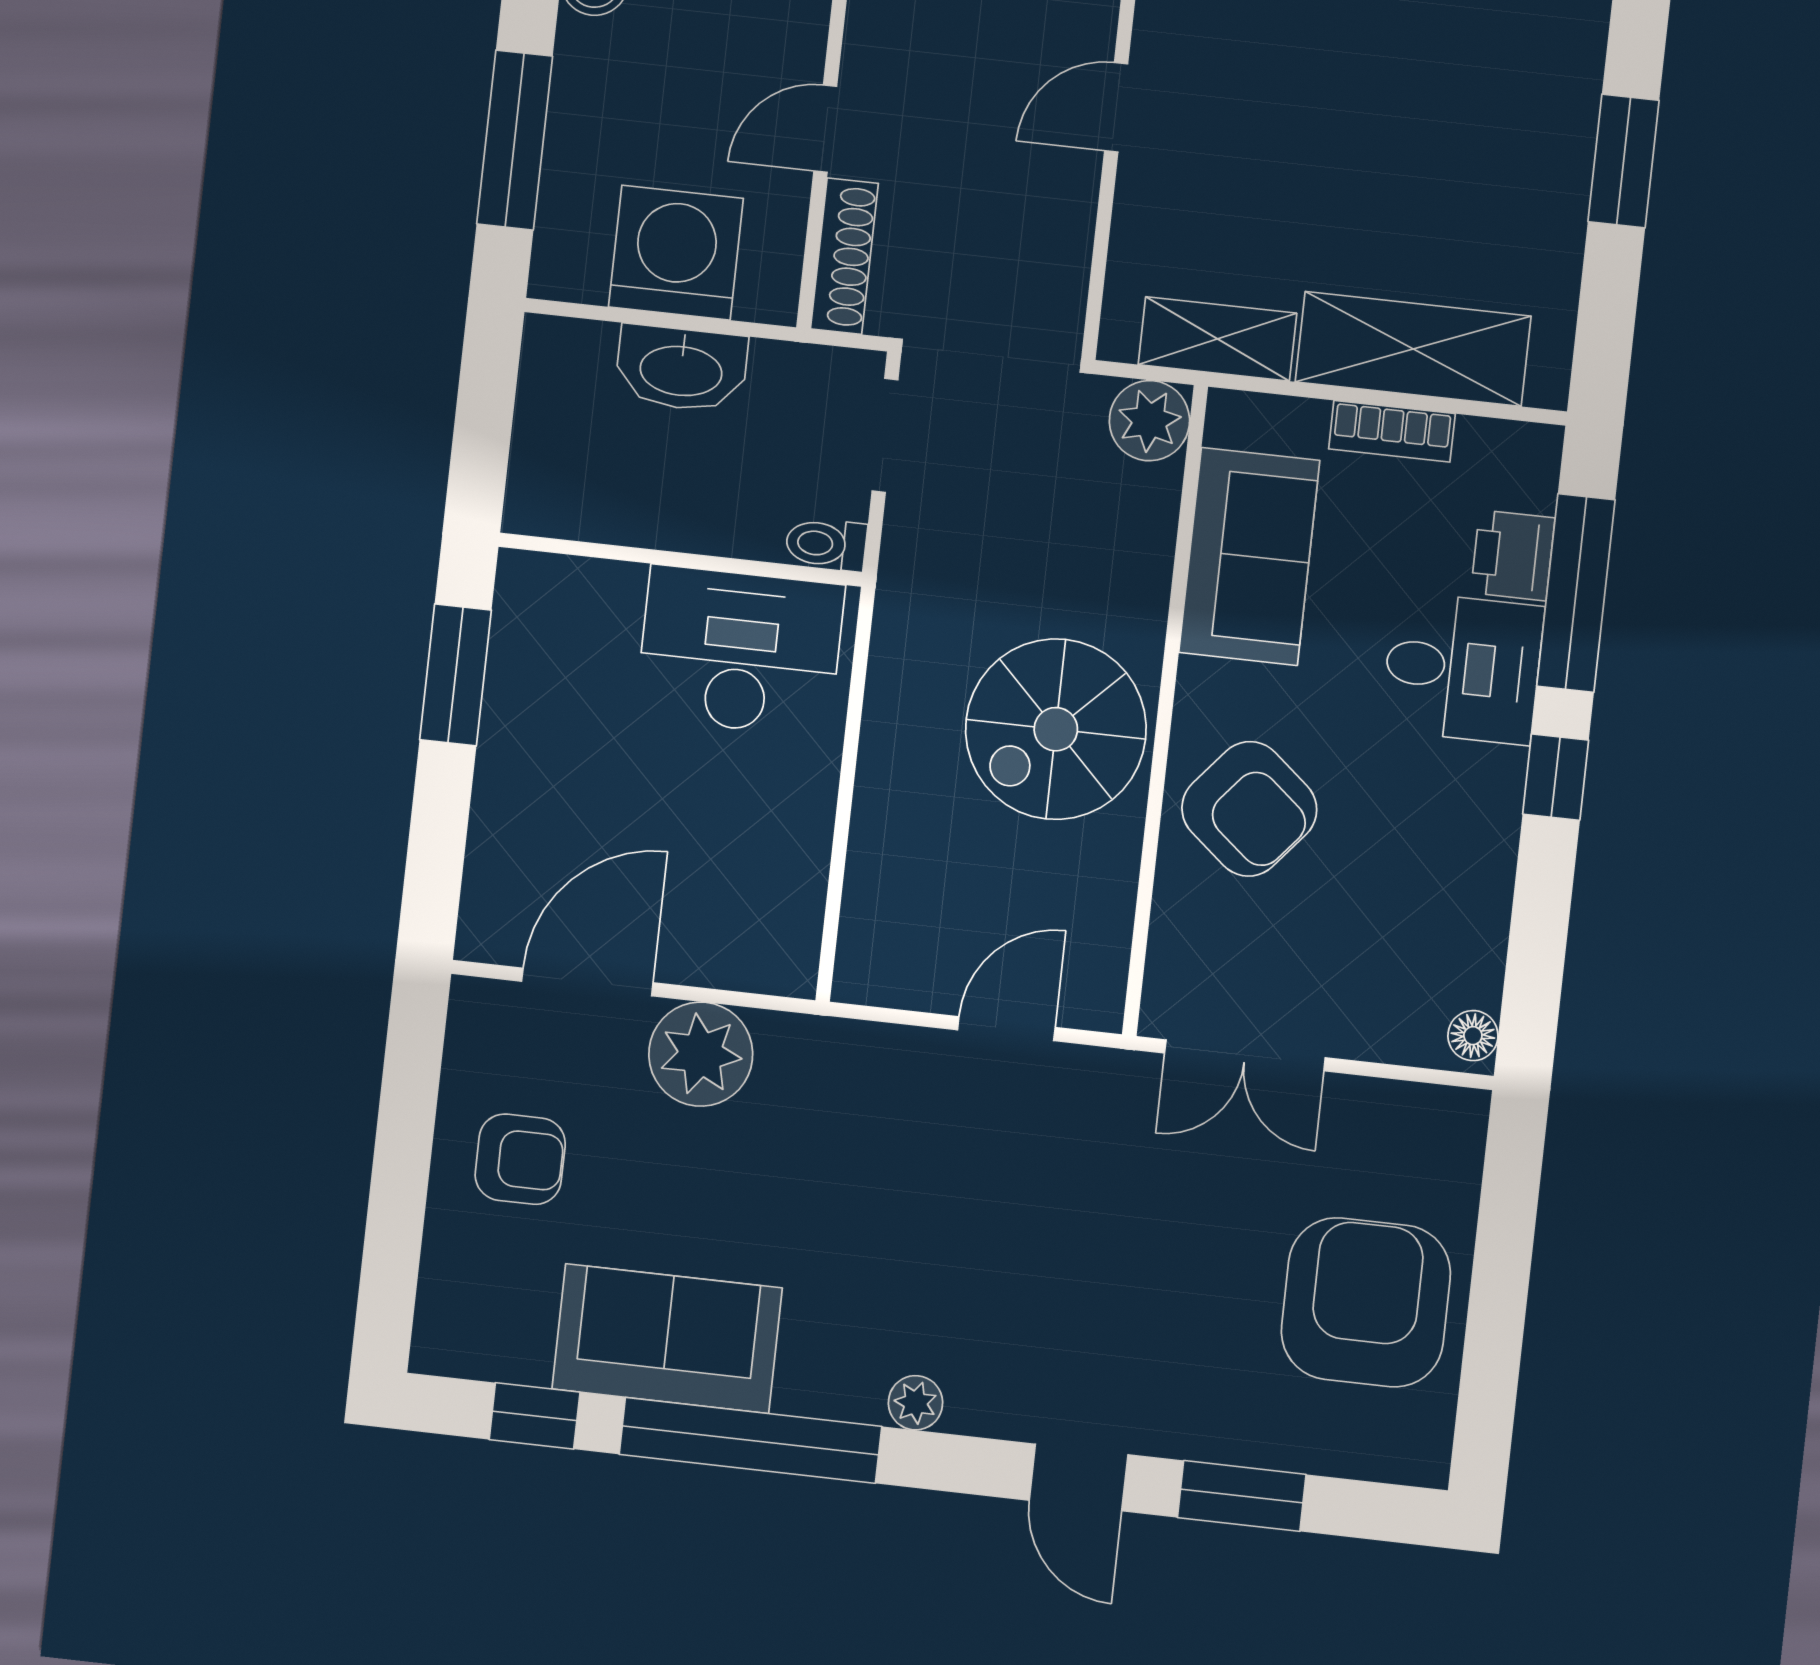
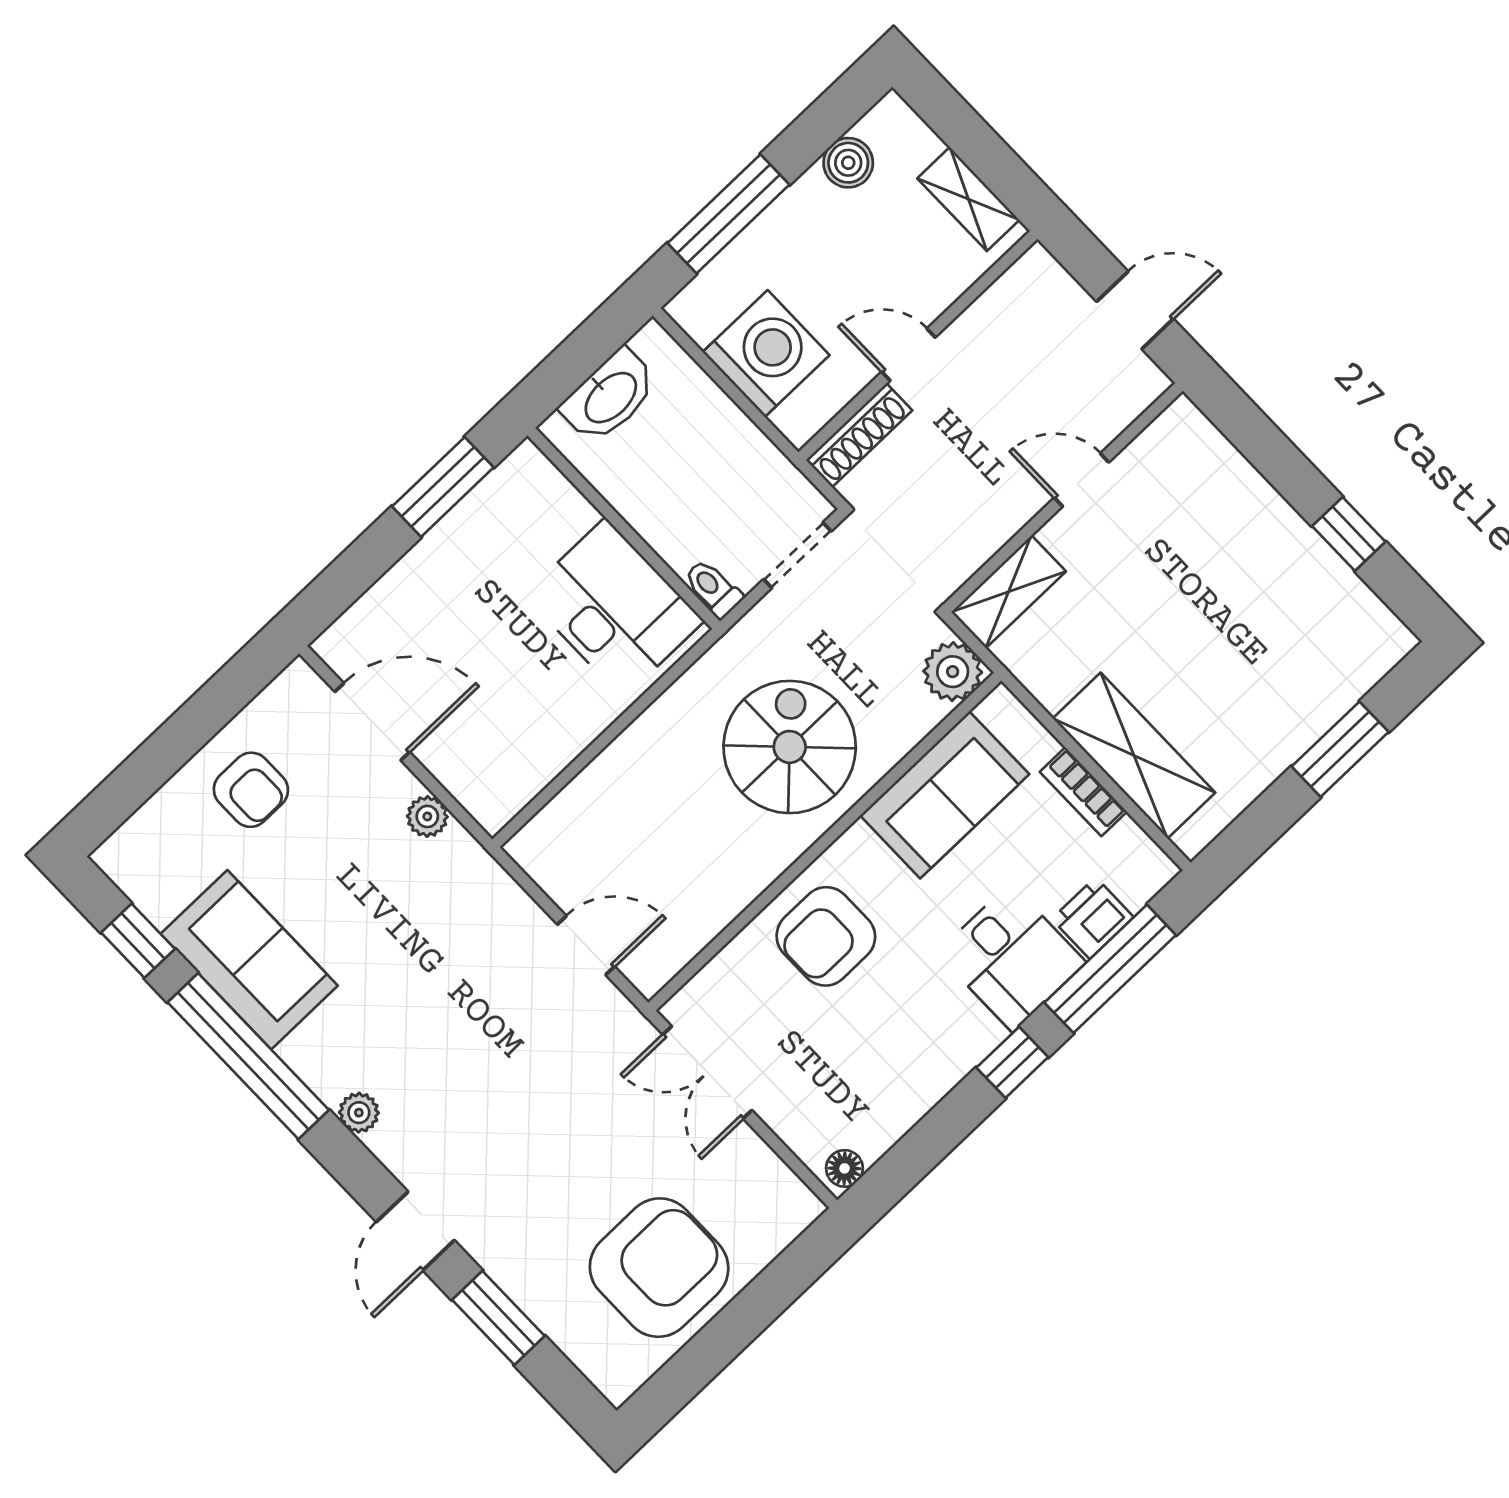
shelving: (1217, 339) -> (1008, 592), moved, turned 90
washbasin: (681, 369) -> (610, 396), moved, turned -90
spiral stairs: (1056, 729) -> (790, 747), moved, turned 90
armchair: (1249, 809) -> (826, 936), turned 50
plant: (701, 1054) -> (427, 816), width x0.53, depth x0.53

